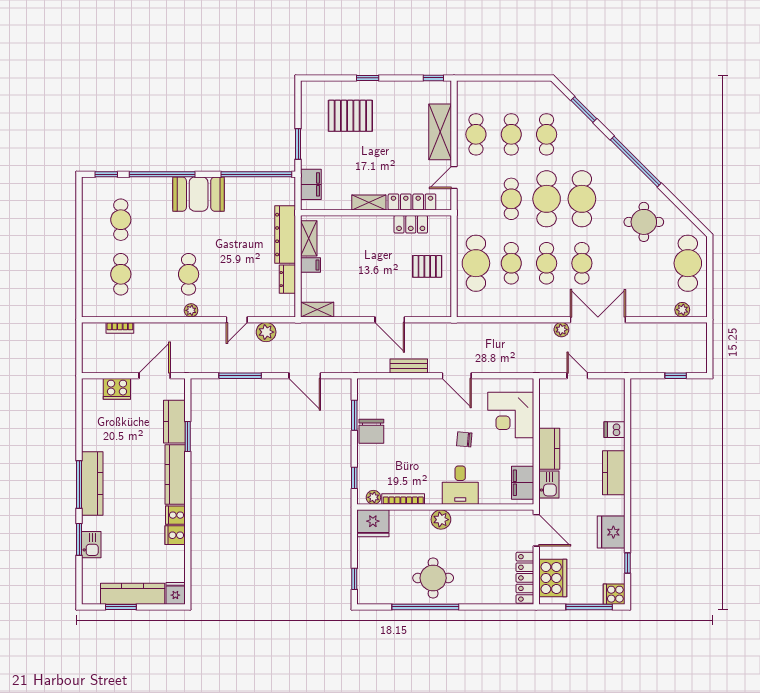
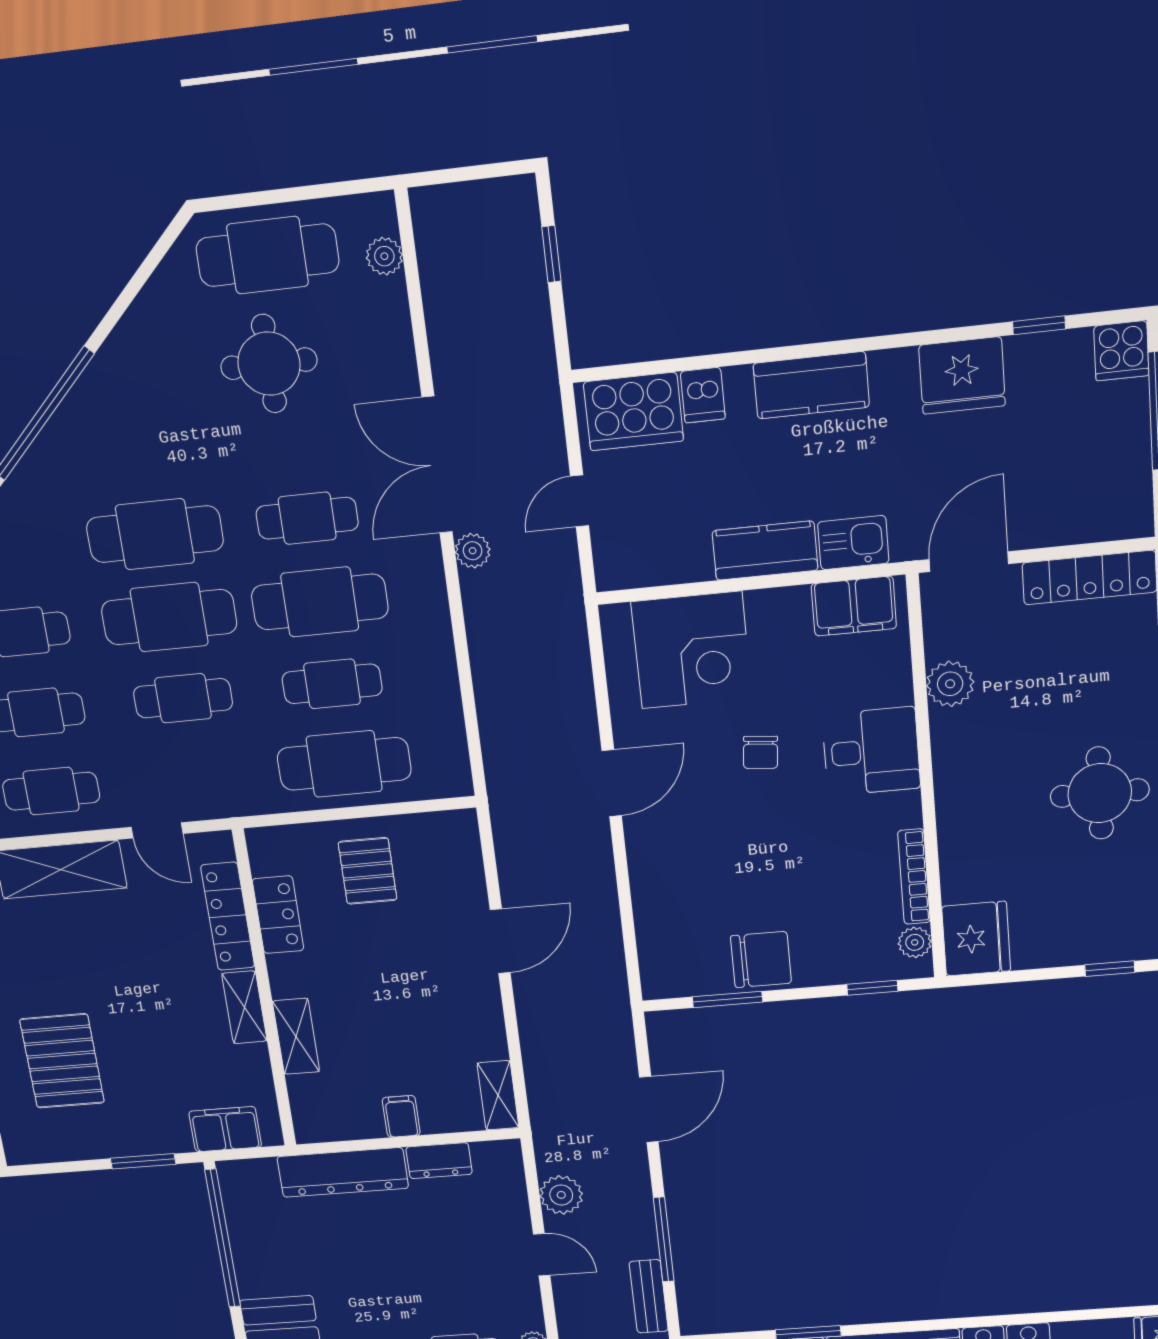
round table: (644, 222) -> (269, 364), moved
shelving: (309, 238) -> (296, 1036), moved, turned 90
cafe table: (547, 263) -> (320, 602), width x1.37, depth x1.35
bench: (409, 366) -> (649, 1296), moved
plant: (441, 520) -> (950, 684), moved
cooker: (553, 578) -> (633, 412), moved, turned 180

